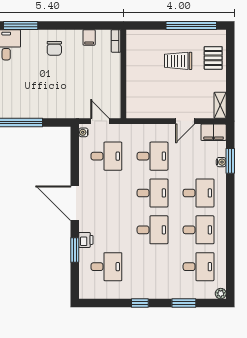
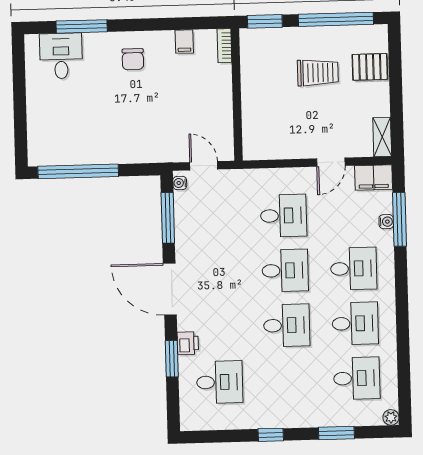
window: (144, 25) -> (265, 21), added
pallet: (213, 58) -> (370, 67), turned 90
trolley: (178, 61) -> (318, 73), turned 180
window: (75, 156) -> (168, 218), added
desk: (106, 156) -> (215, 218), removed
window: (230, 161) -> (400, 219), width x1.44

